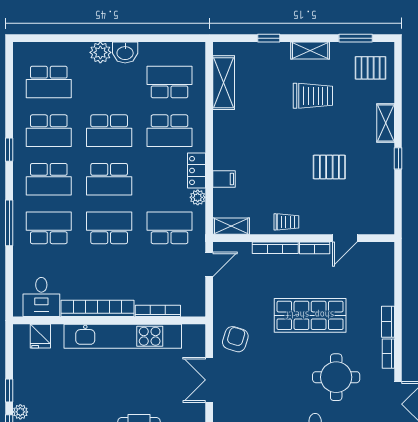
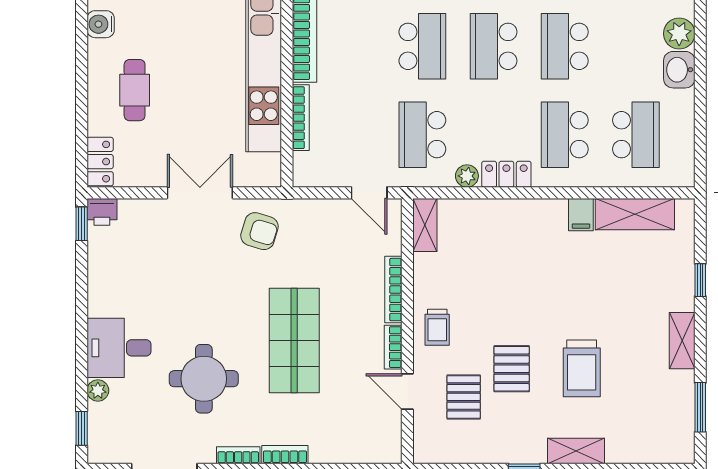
pallet: (371, 68) -> (464, 397), moved
trolley: (313, 96) -> (582, 368), moved
filing cabinet: (224, 179) -> (581, 215), moved
trolley: (286, 222) -> (437, 327), moved
school desk: (169, 228) -> (422, 135), turned 180

